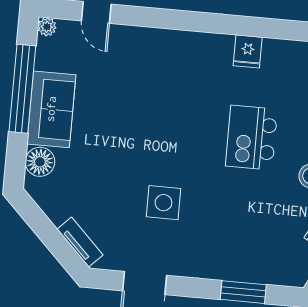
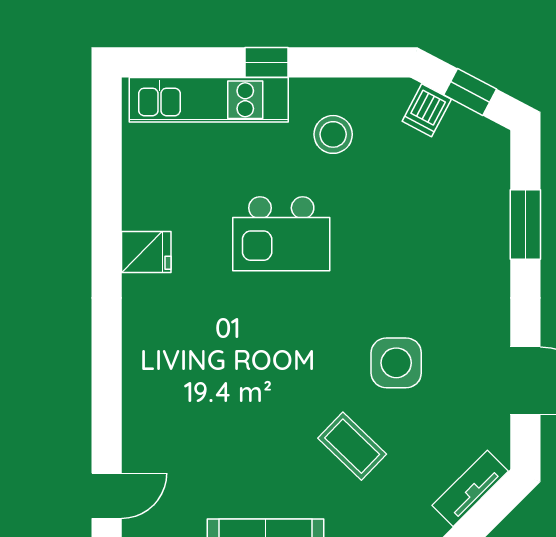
coffee table: (113, 170) -> (352, 446), added

